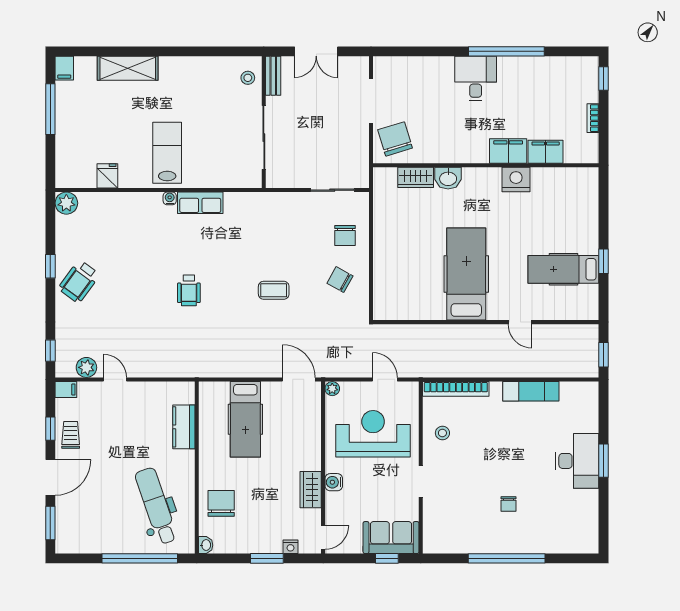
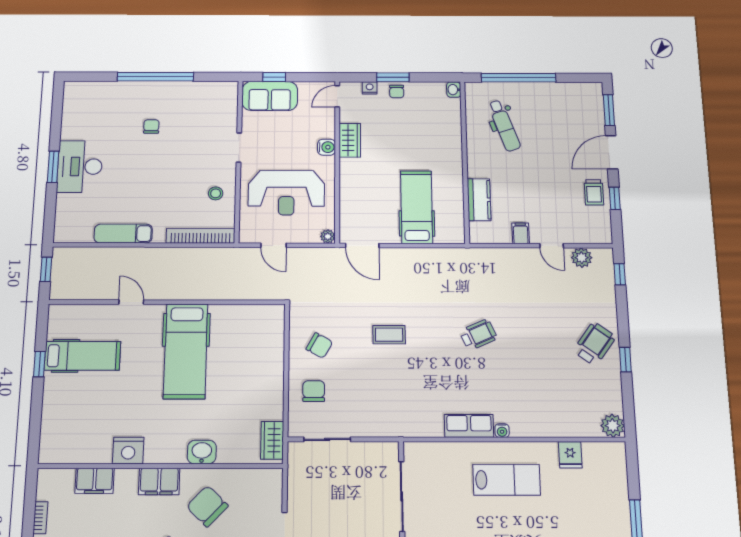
chair: (395, 139) -> (207, 506), moved, turned 151
filing cabinet: (508, 151) -> (159, 482), moved
lab bench: (167, 153) -> (507, 480), turned -90
wardrobe: (416, 177) -> (272, 440), moved, turned -90
wheelchair: (189, 290) -> (478, 335), turned 66
filing cabinet: (66, 389) -> (521, 233), moved, turned 90
chair: (221, 503) -> (397, 91), moved, width x0.54, depth x0.54
dental chair: (156, 506) -> (504, 126), width x0.73, depth x0.72

